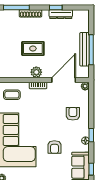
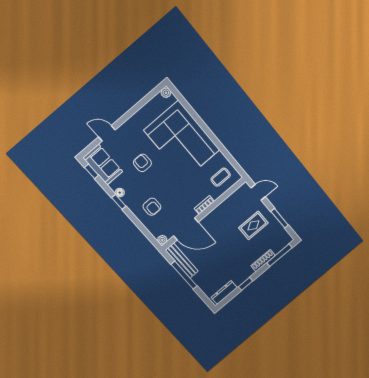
dresser: (61, 14) -> (224, 293), moved
rug: (33, 48) -> (253, 225), moved
bench: (85, 49) -> (182, 261), moved
plant: (36, 72) -> (216, 215), removed
door: (64, 80) -> (186, 229), hinge flipped

